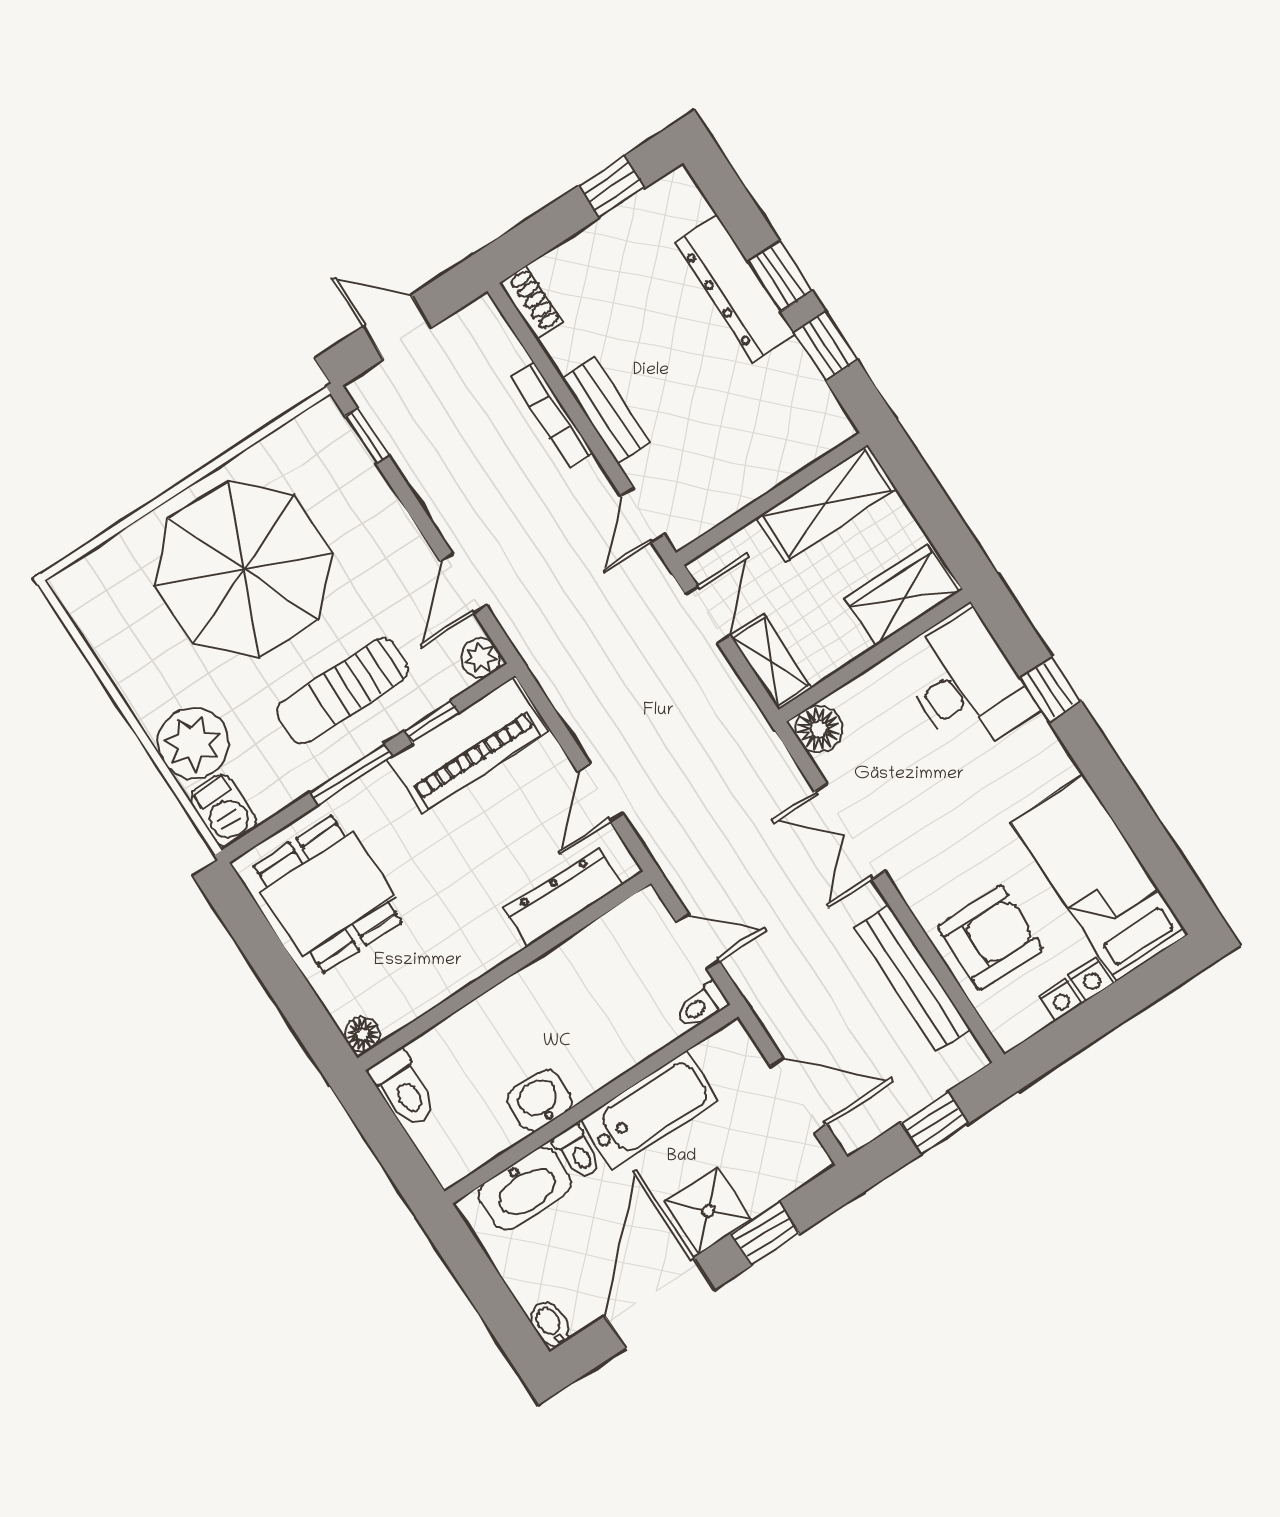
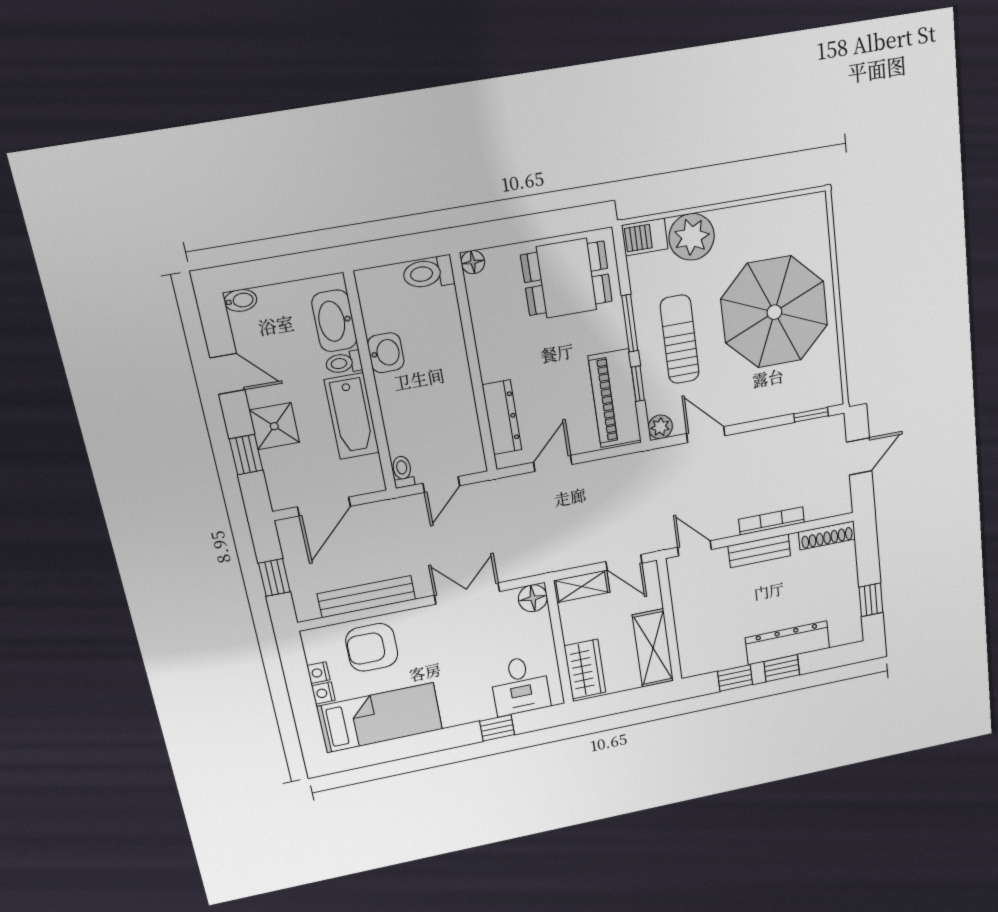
shoe rack: (531, 302) -> (827, 535), width x1.43
desk: (967, 685) -> (520, 686), width x0.73
door: (600, 793) -> (553, 463), hinge flipped
armchair: (990, 938) -> (372, 647), turned 90
door: (660, 1303) -> (227, 374), width x0.53

